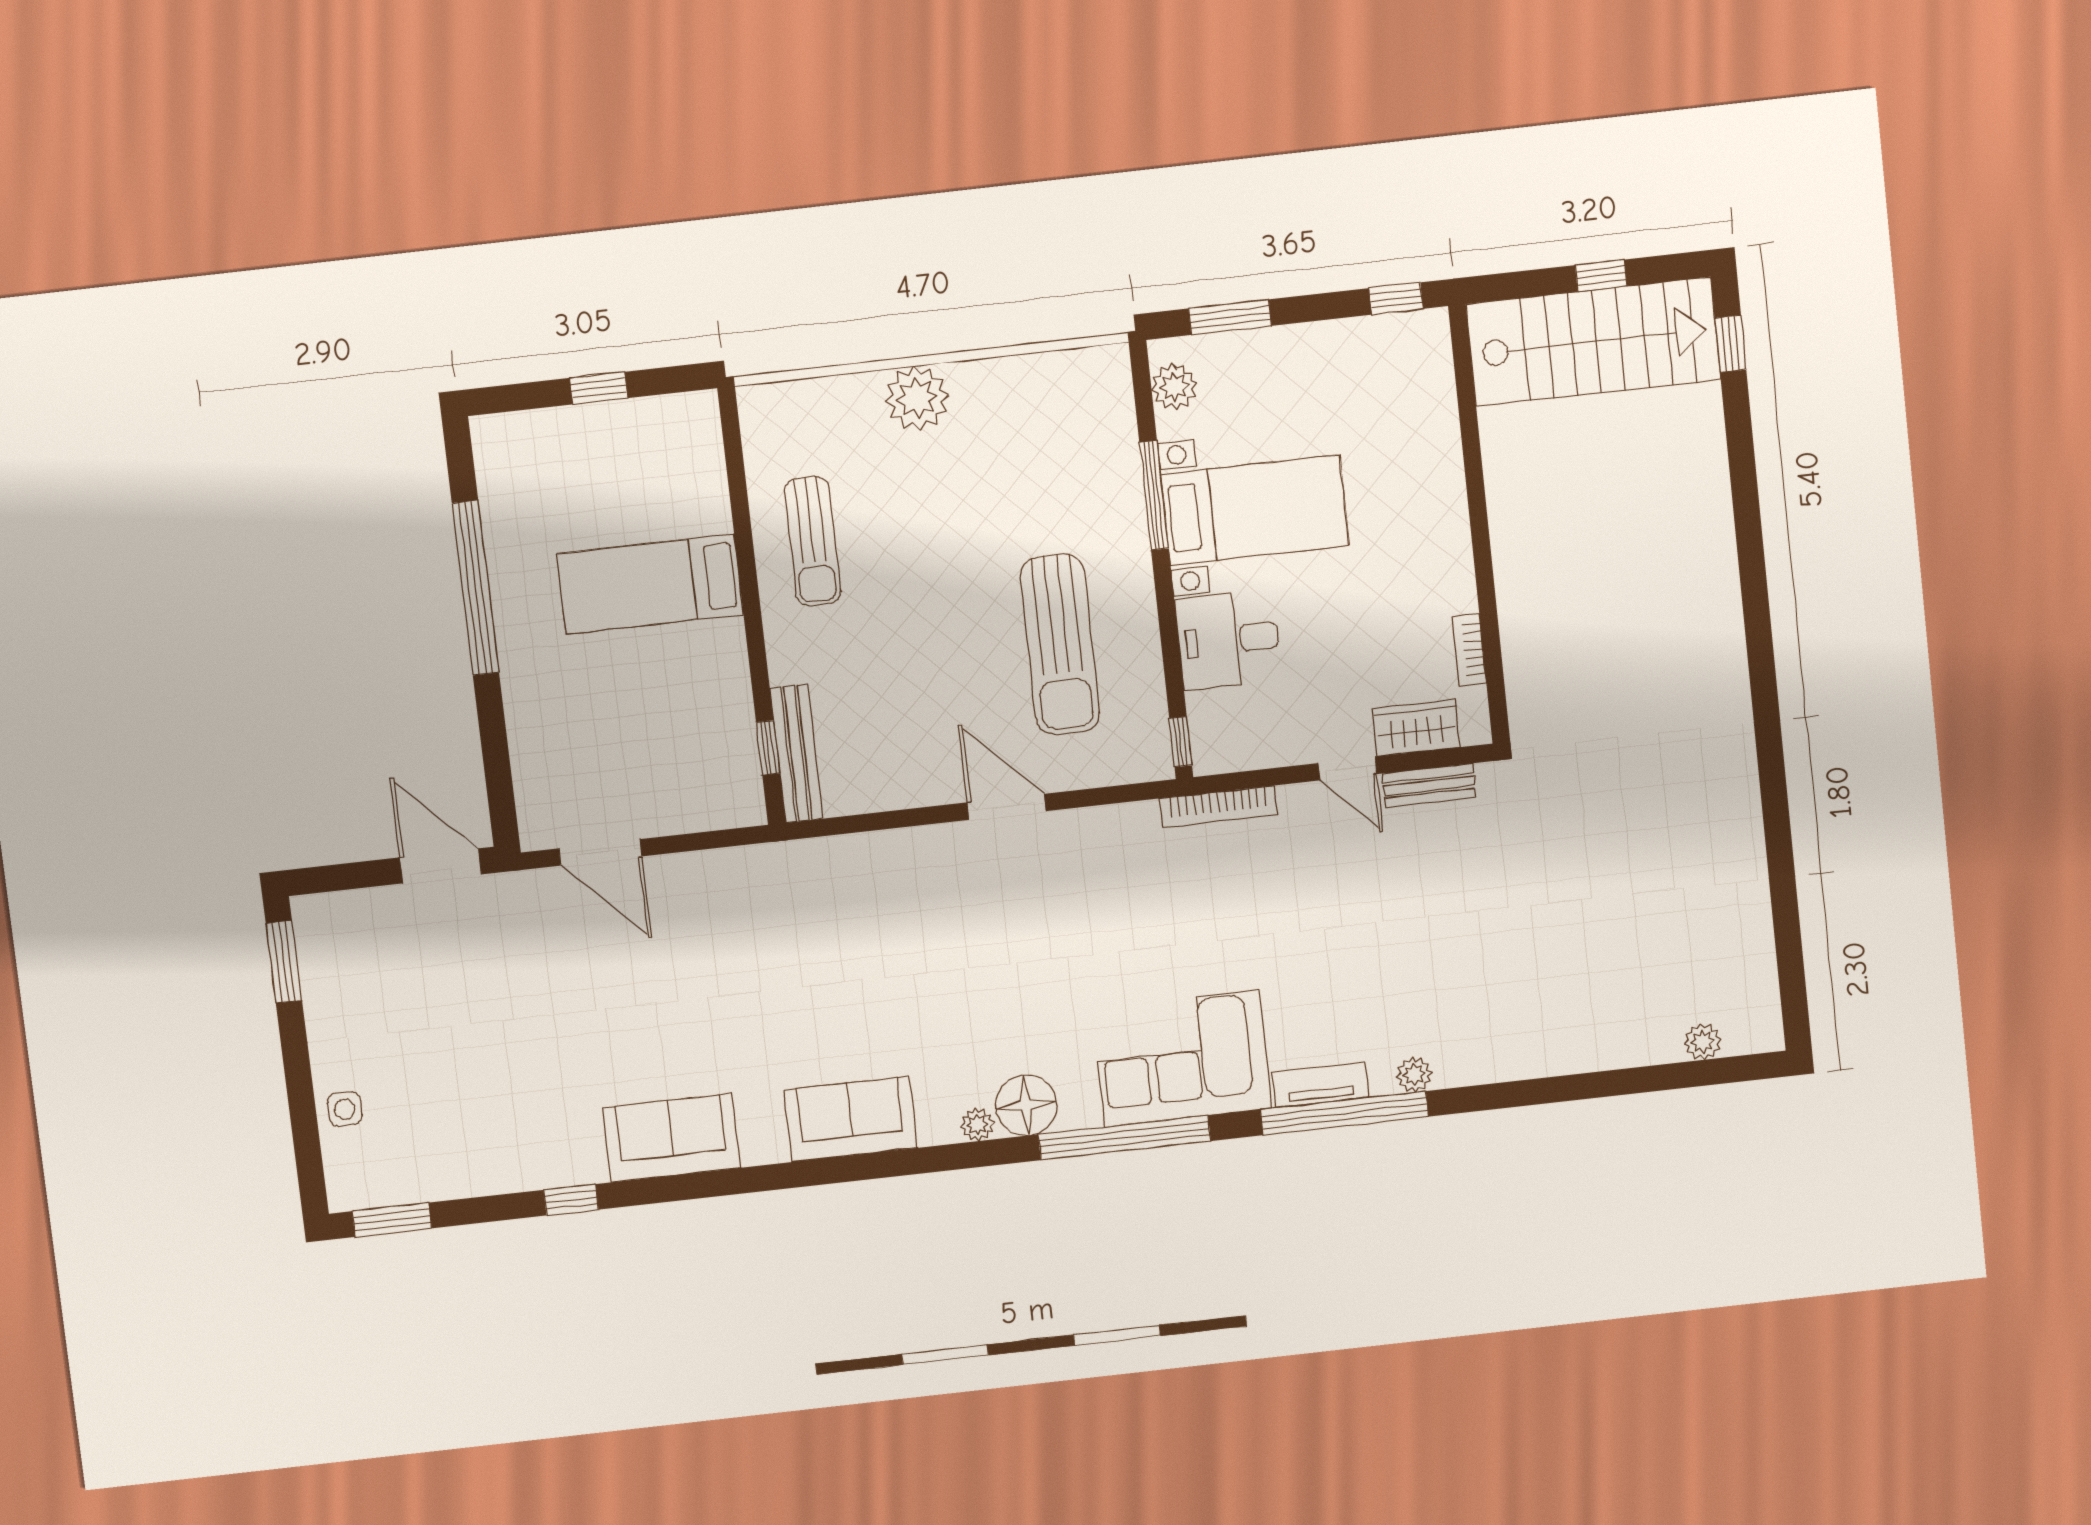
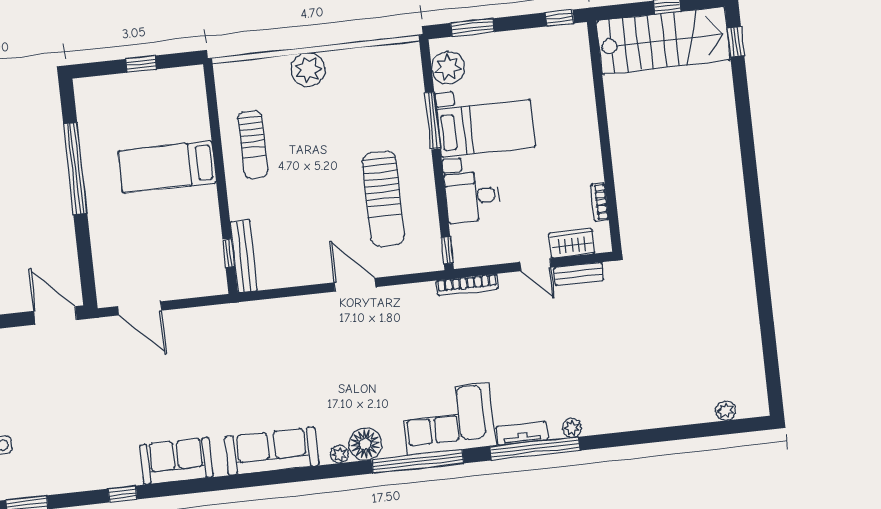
plant: (1174, 387) -> (448, 68), width x1.36, depth x1.36
sofa: (851, 1119) -> (272, 451), width x1.36

